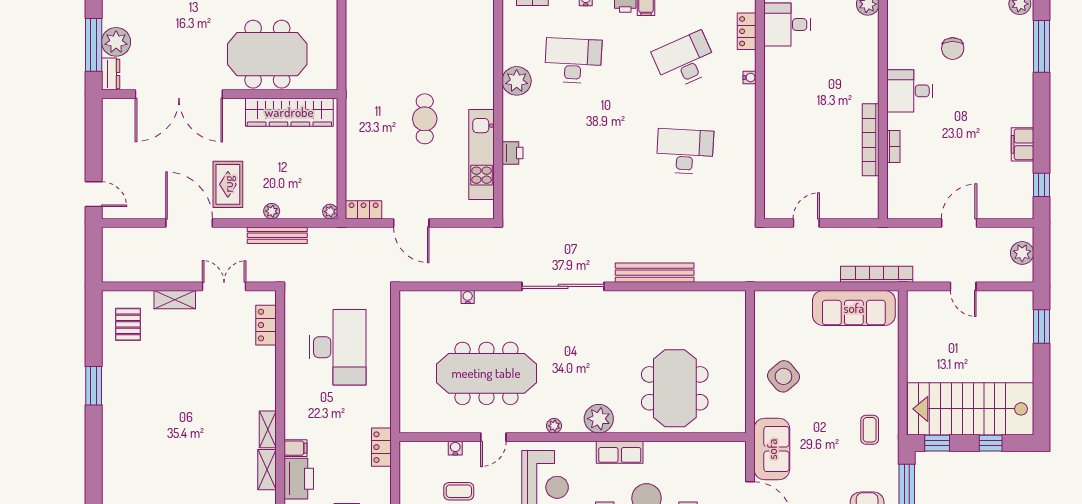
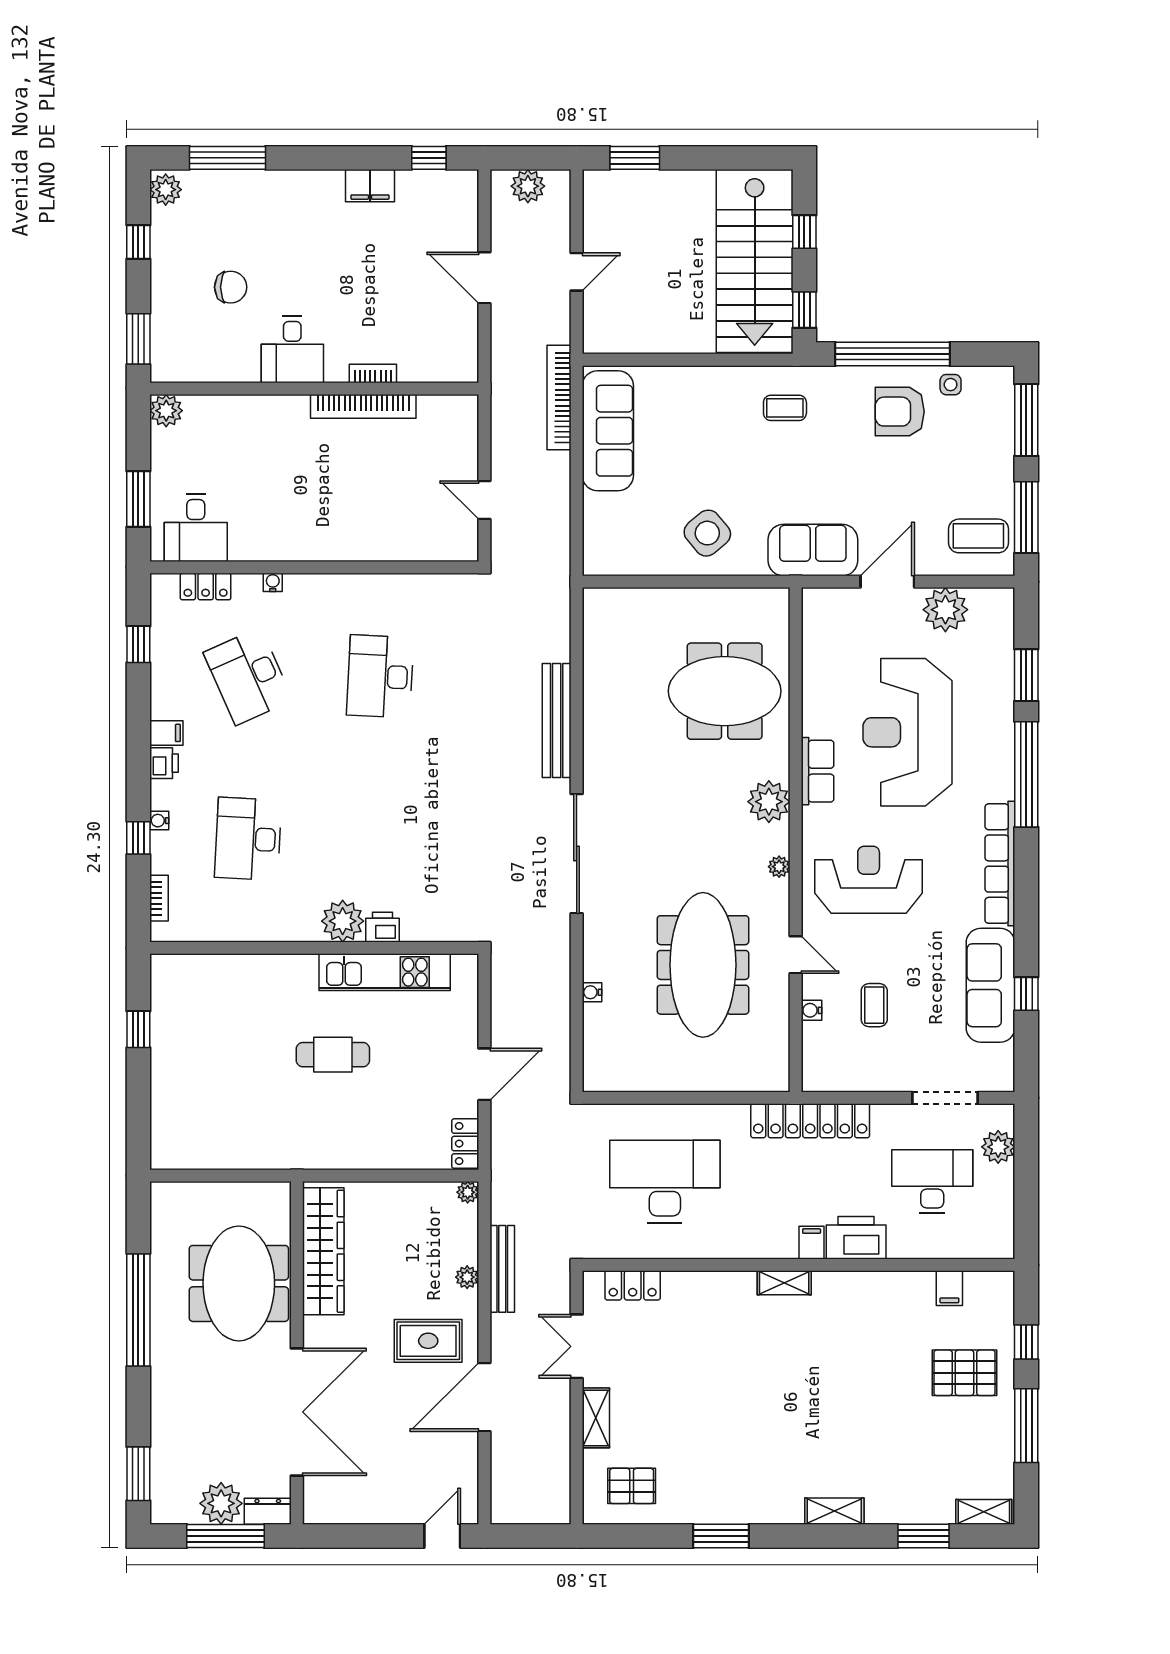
plant: (517, 81) -> (343, 921), moved
locker: (381, 447) -> (810, 1121), width x2.16, depth x1.21
shelving: (267, 470) -> (834, 1511), moved

